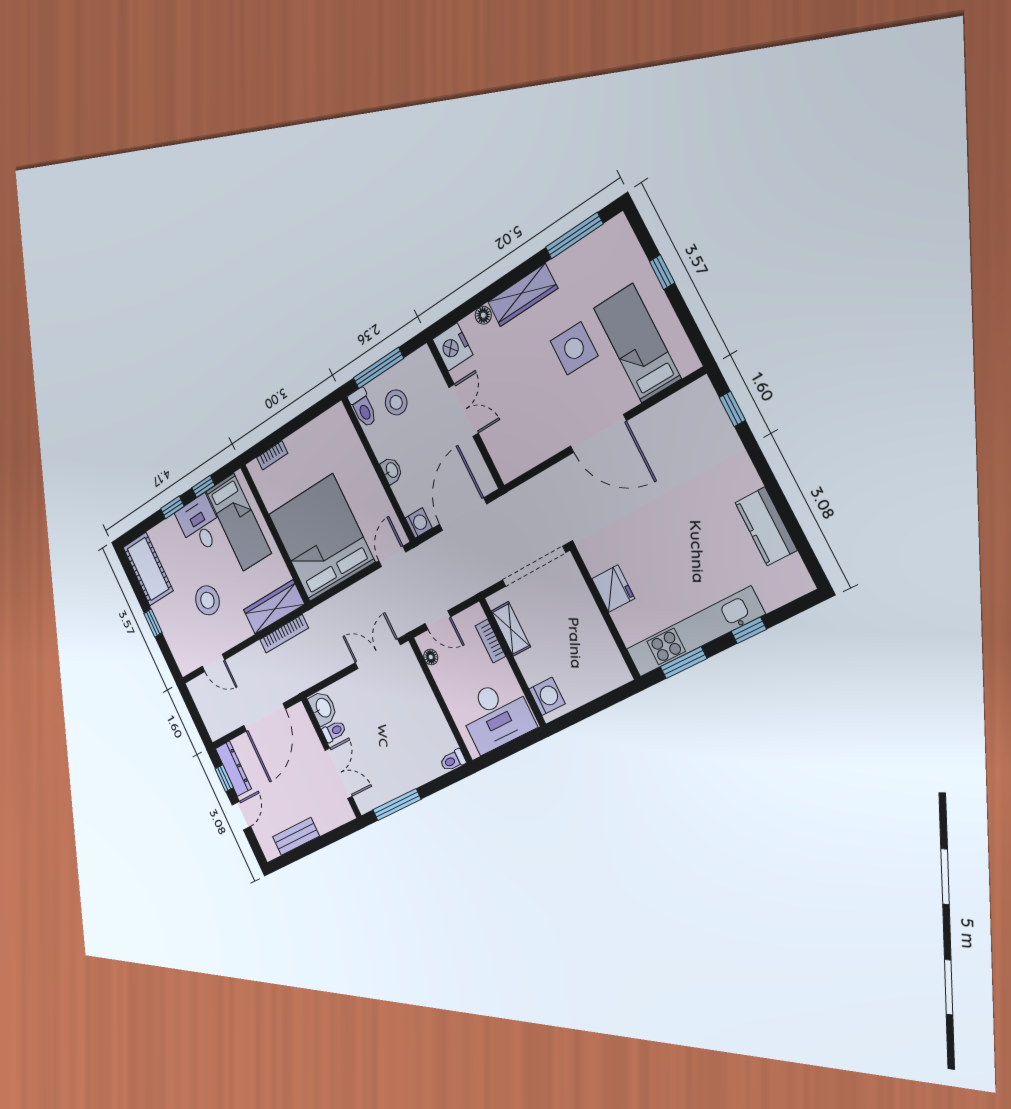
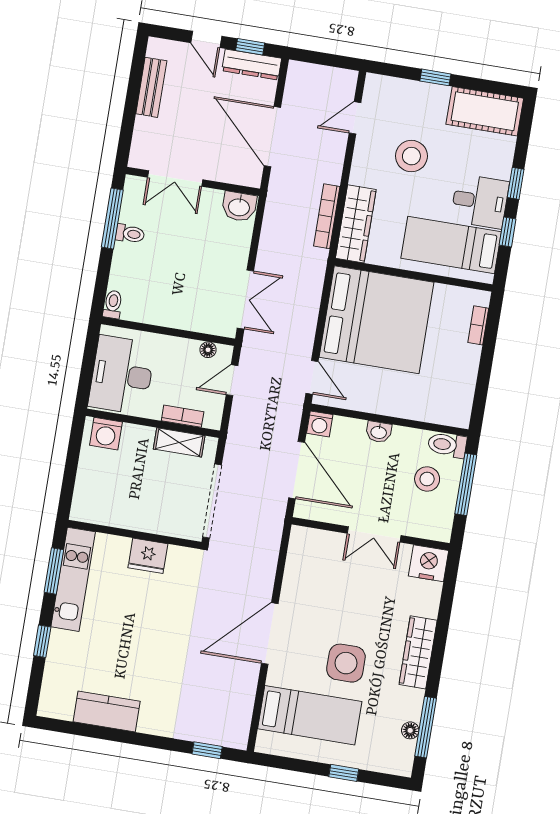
floor lamp: (483, 315) -> (410, 730), moved
kitchen unit: (695, 632) -> (73, 579), width x0.73
toilet: (334, 731) -> (130, 234), moved, turned -90

